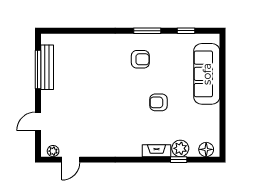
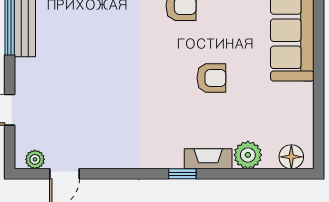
armchair: (158, 102) -> (211, 78), turned 180
window: (179, 160) -> (182, 174), moved

